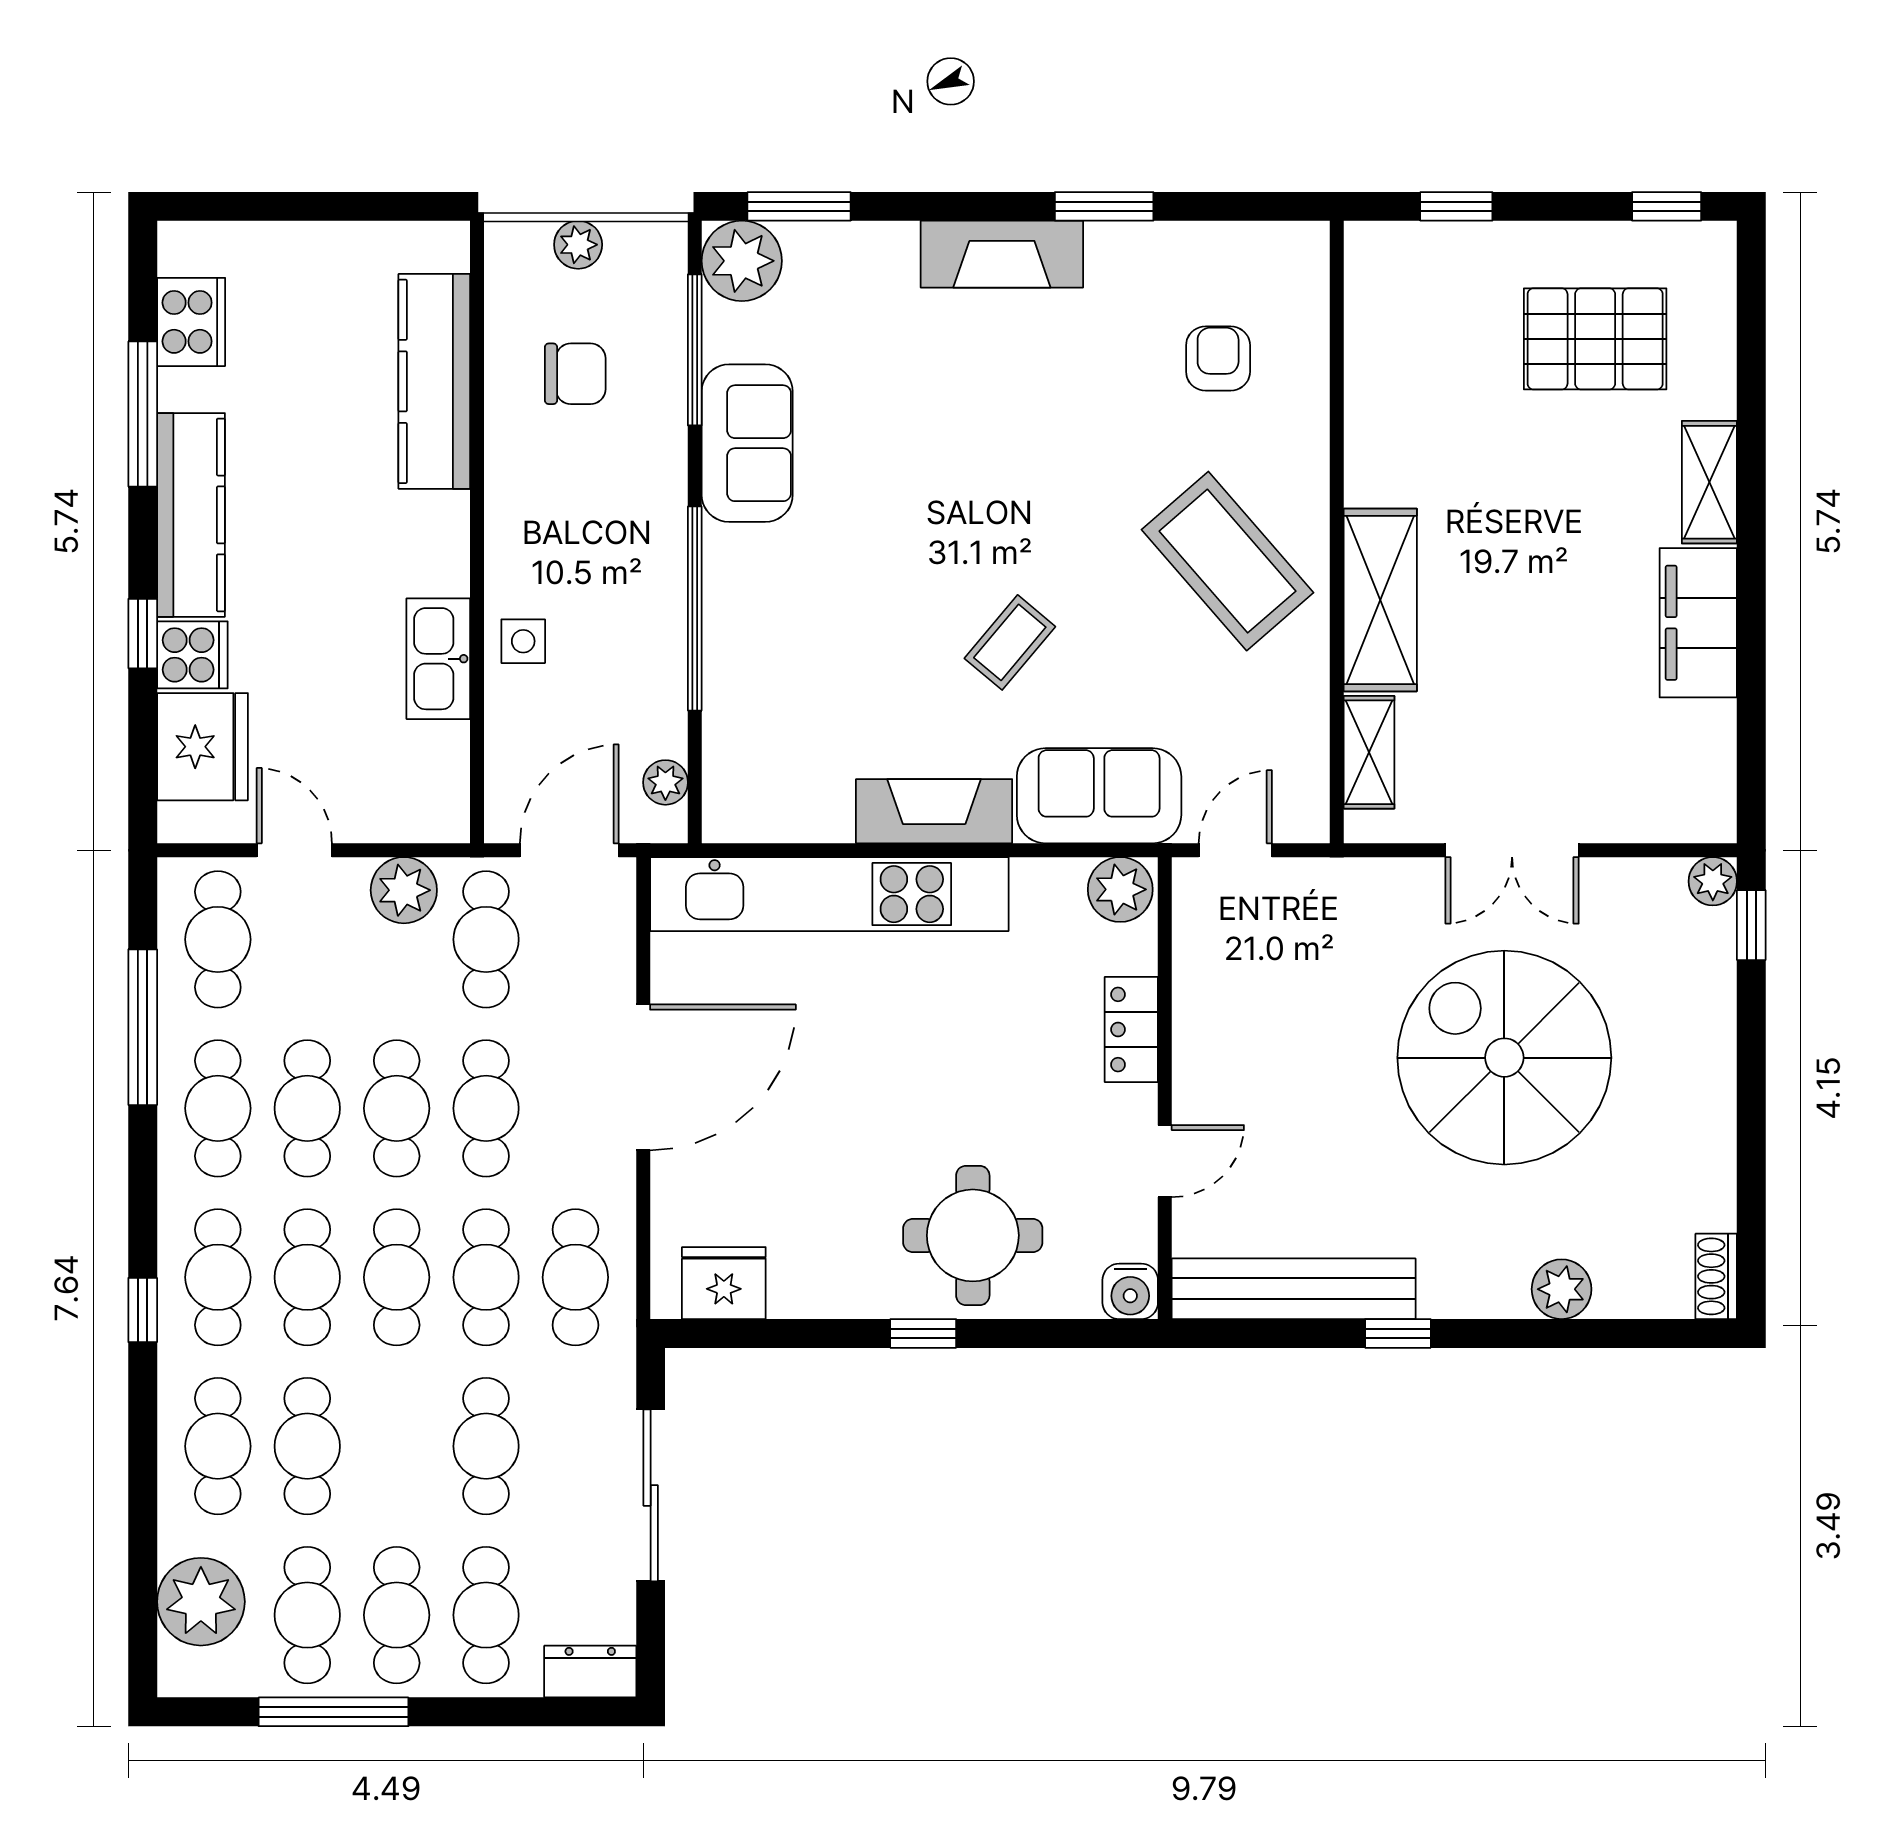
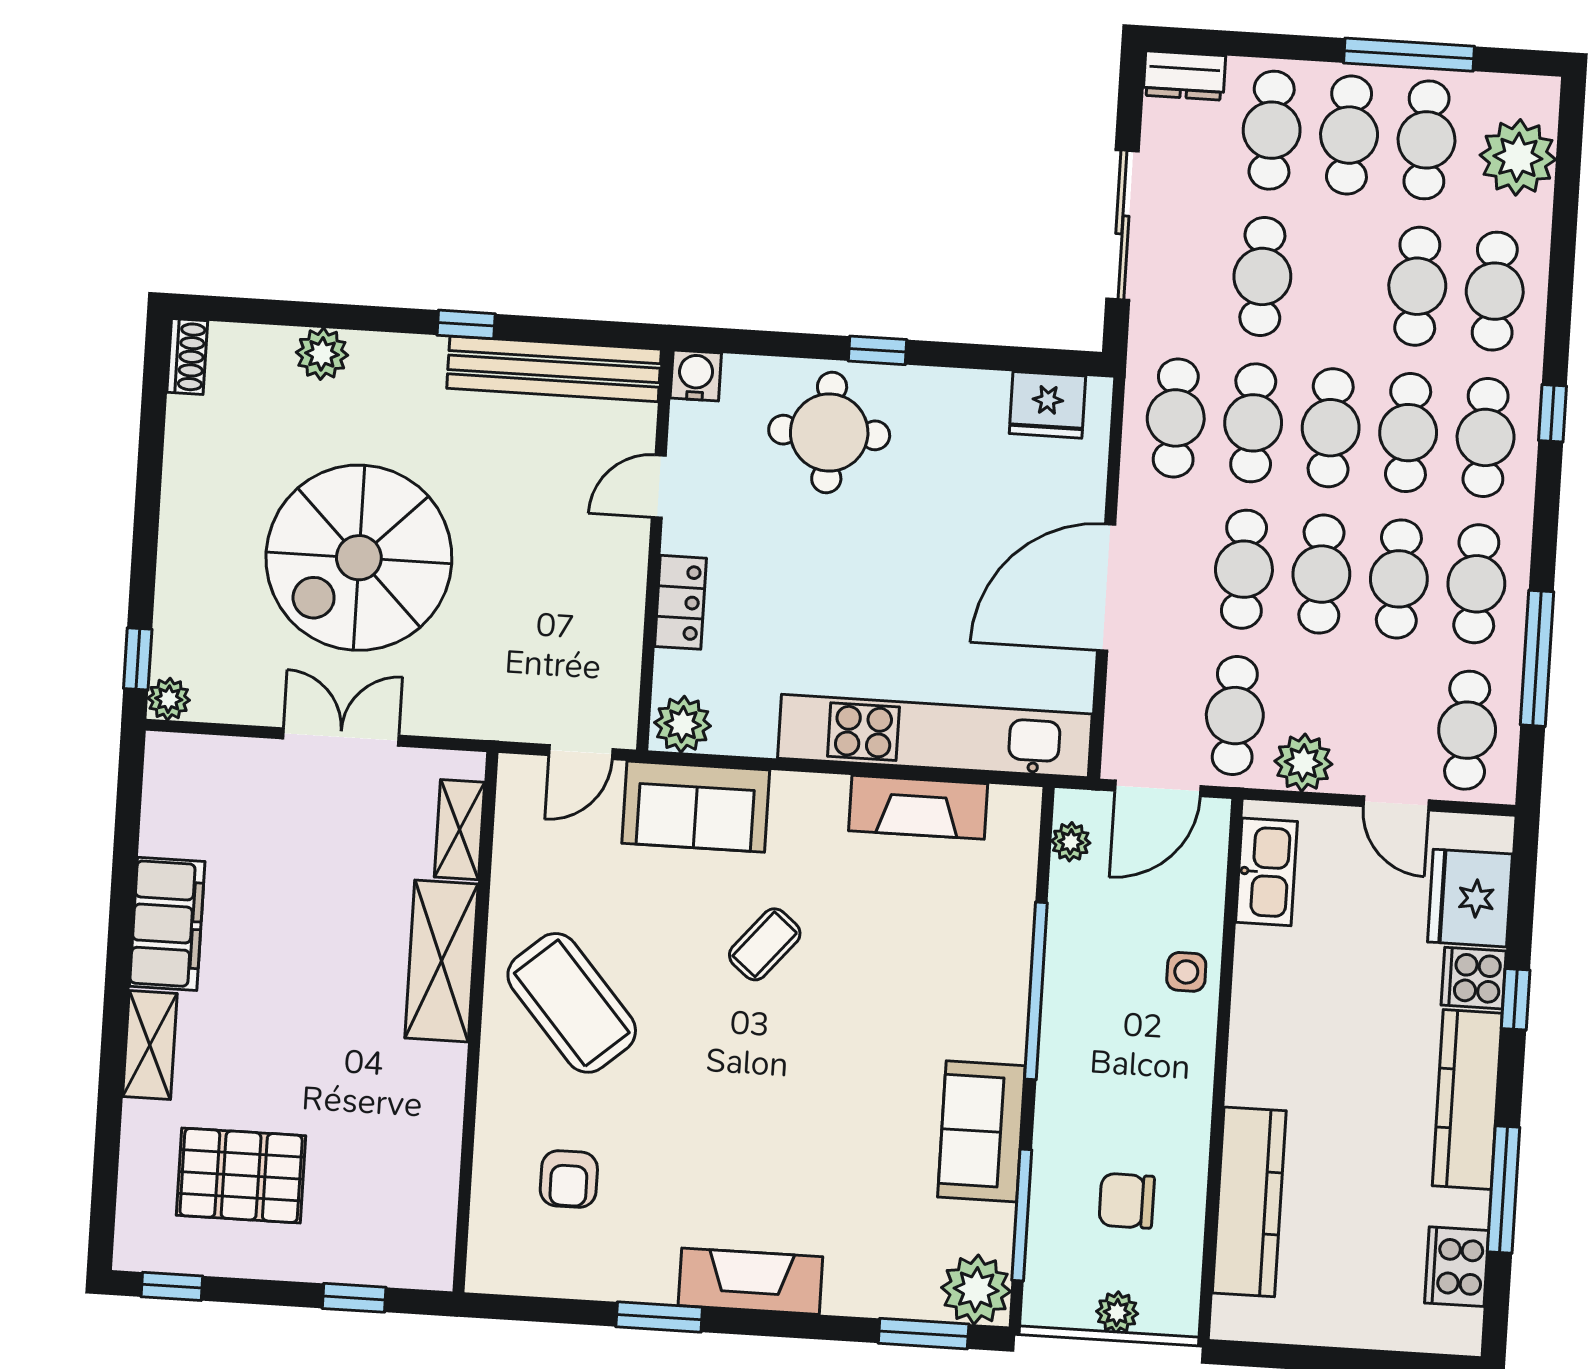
kitchen sink: (438, 659) -> (1267, 872), moved
fireplace: (934, 811) -> (918, 807), moved
spiral stairs: (1504, 1058) -> (359, 558), turned 90

